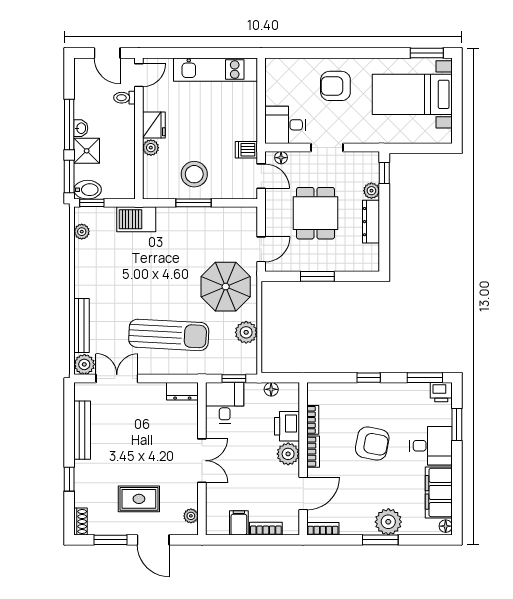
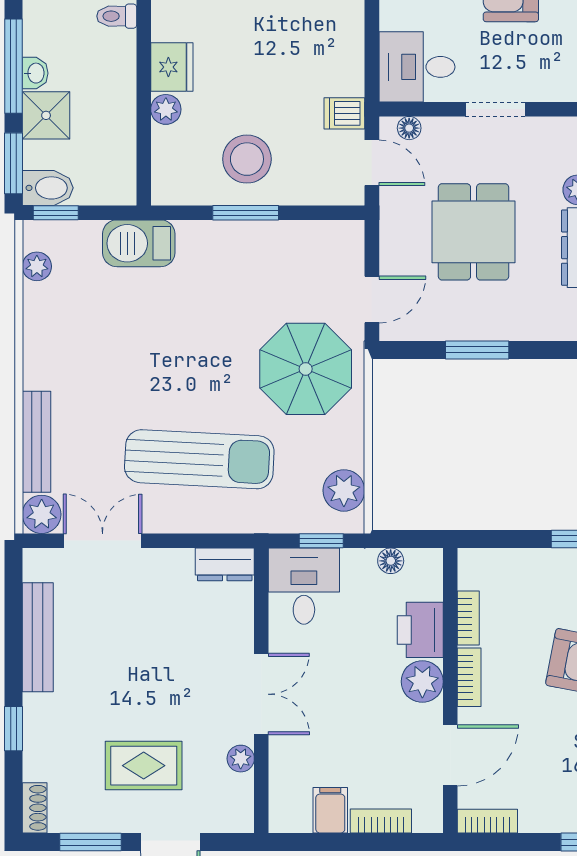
plant: (246, 332) -> (344, 490), moved
plant: (191, 516) -> (241, 759), moved

